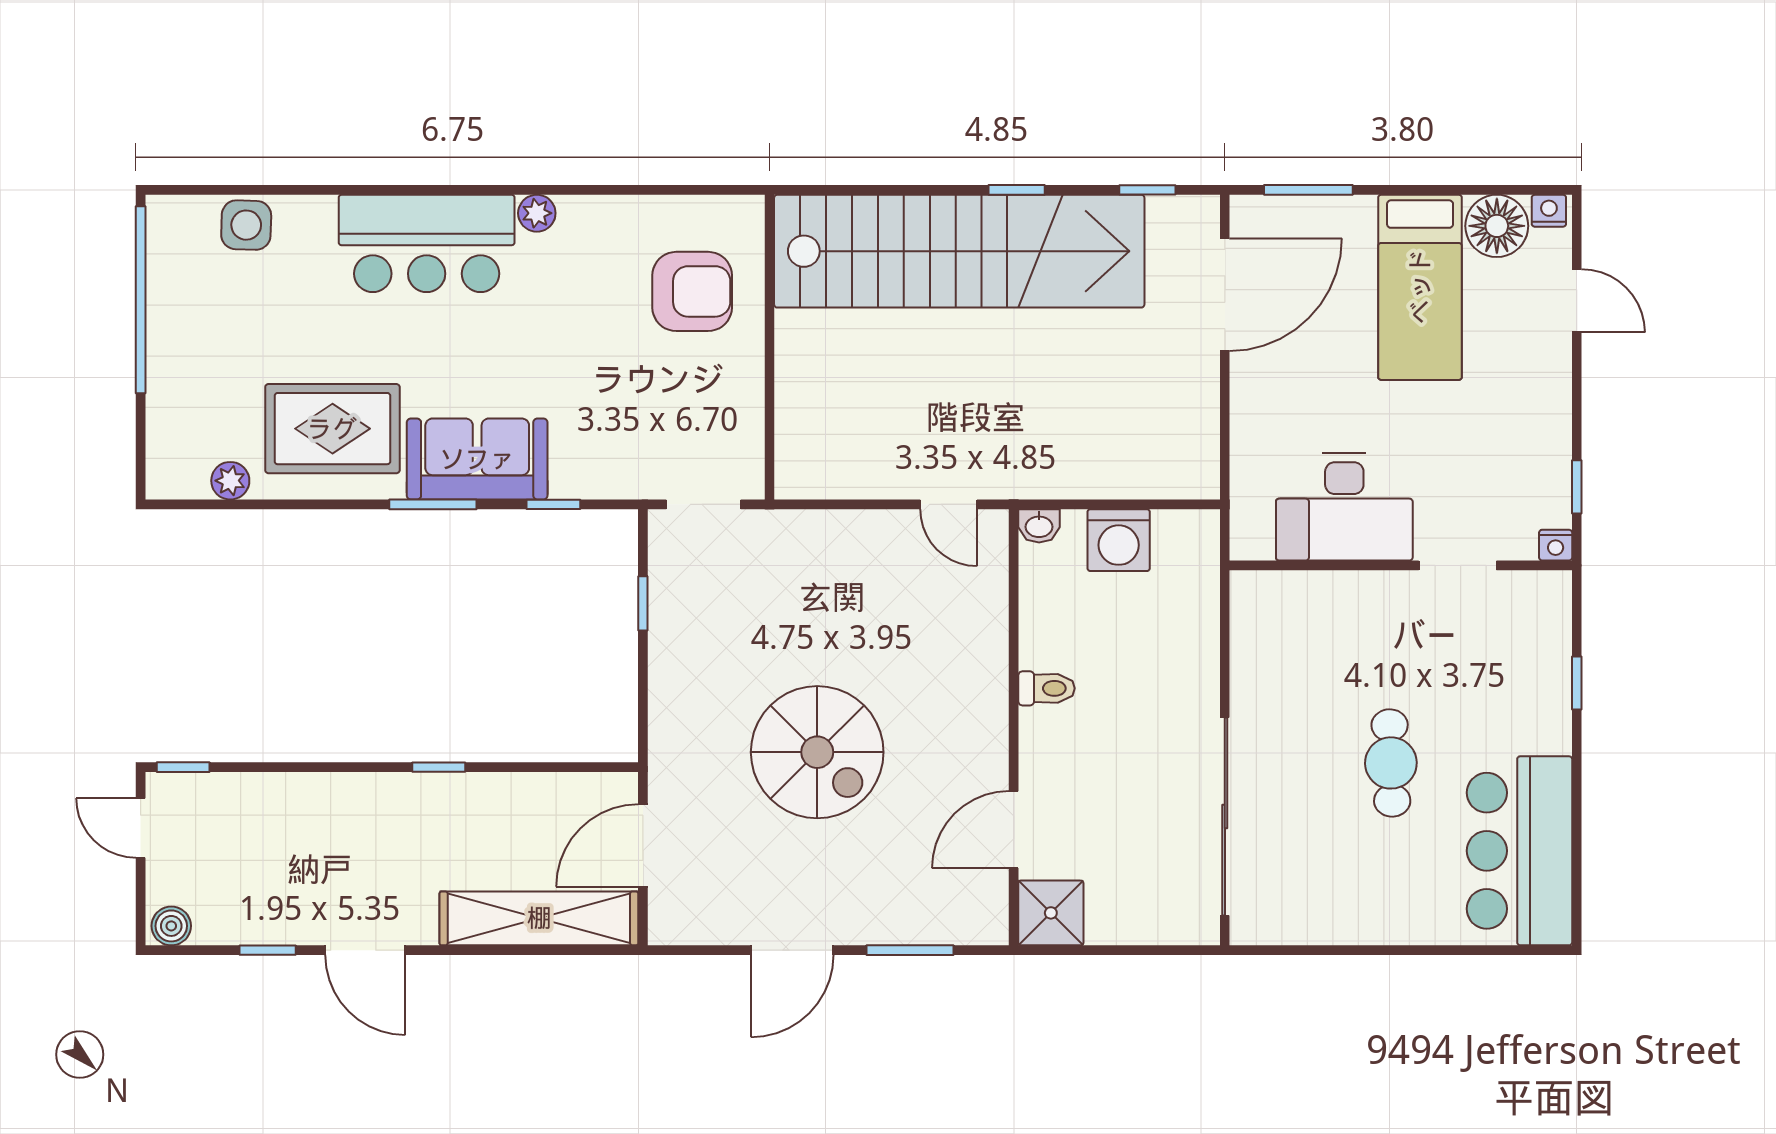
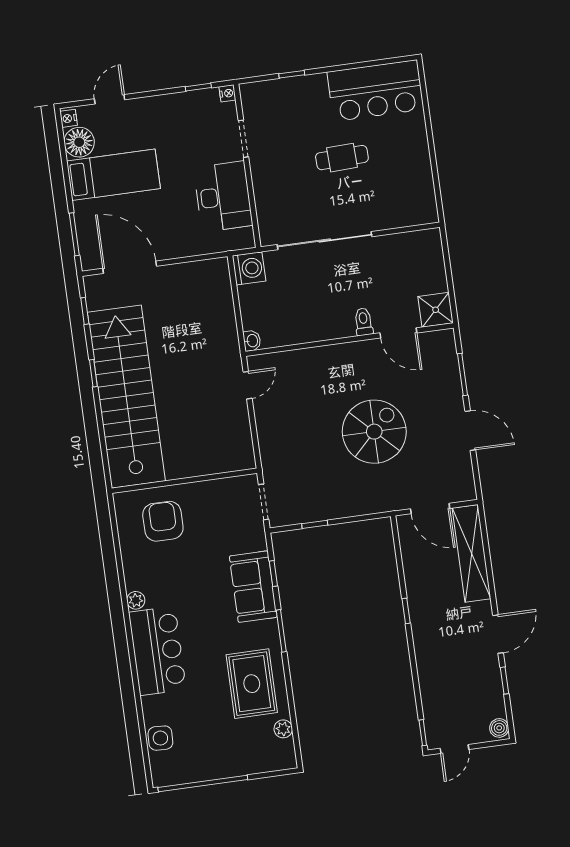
sofa: (477, 459) -> (253, 587), moved
washing machine: (1119, 540) -> (249, 268), moved
toilet: (1046, 688) -> (364, 322), moved
sliding door: (1225, 817) -> (325, 241), moved

